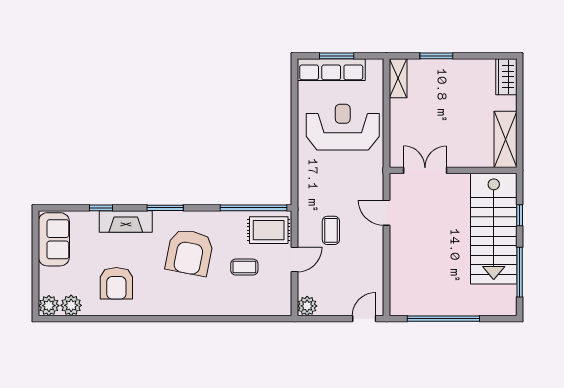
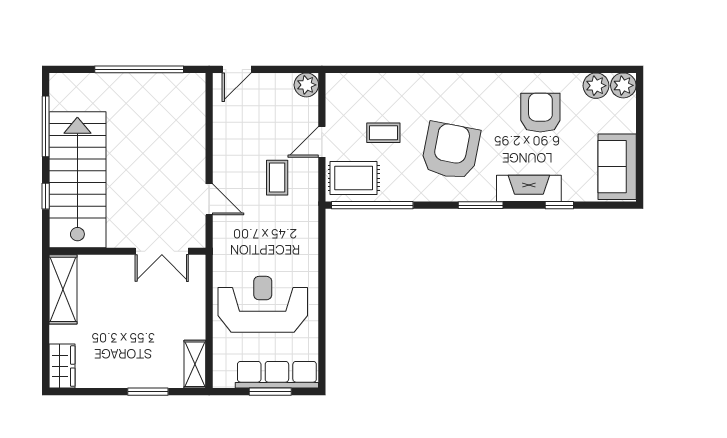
reception desk: (343, 127) -> (263, 304), turned 180

